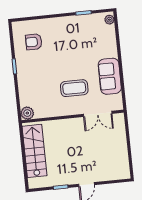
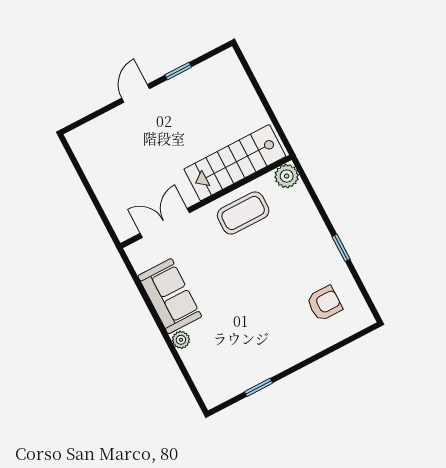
plant: (109, 20) -> (181, 340), moved
coffee table: (74, 88) -> (243, 213), moved
stairs: (35, 151) -> (235, 163), moved, turned 90

